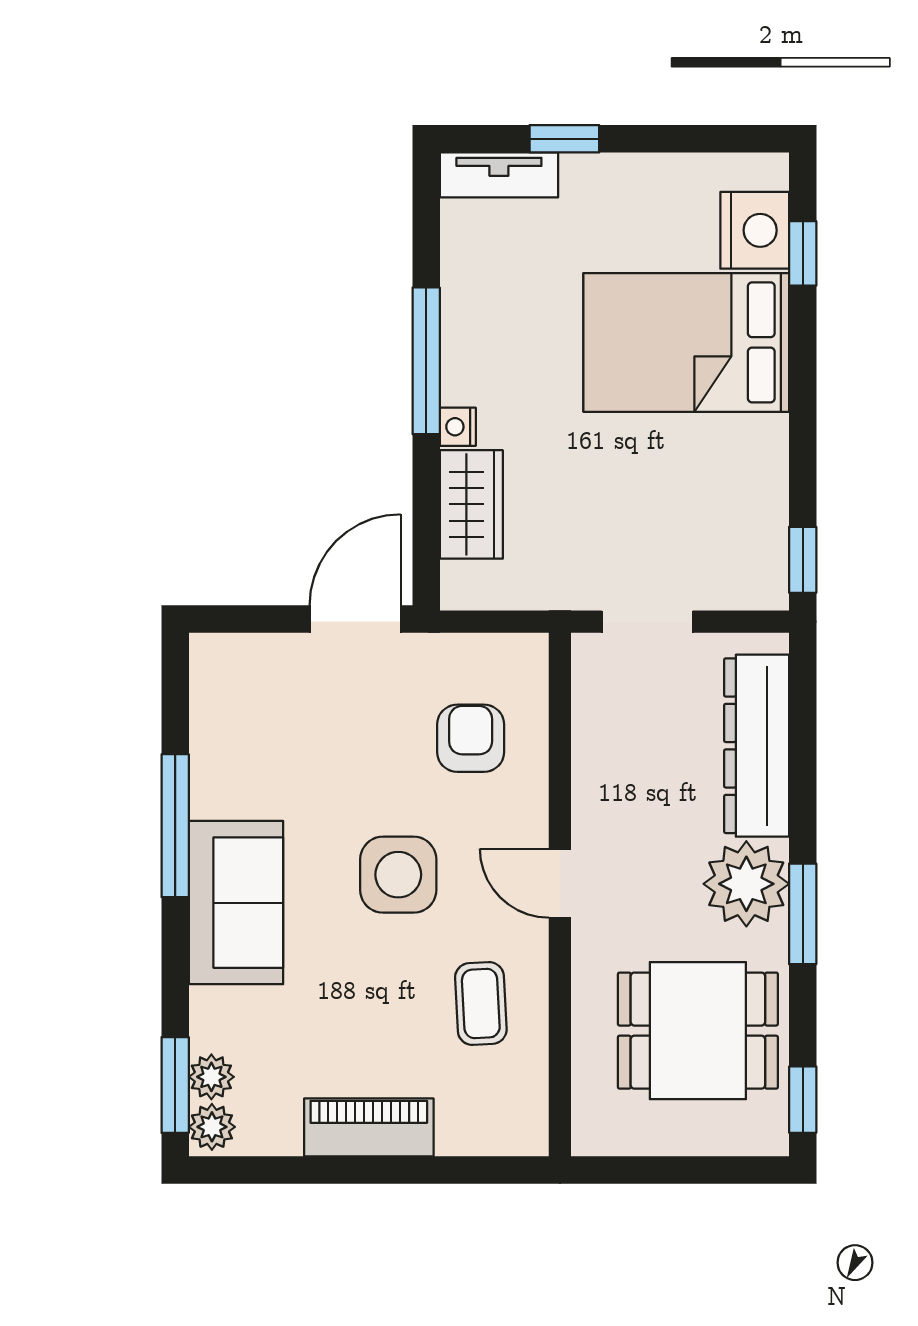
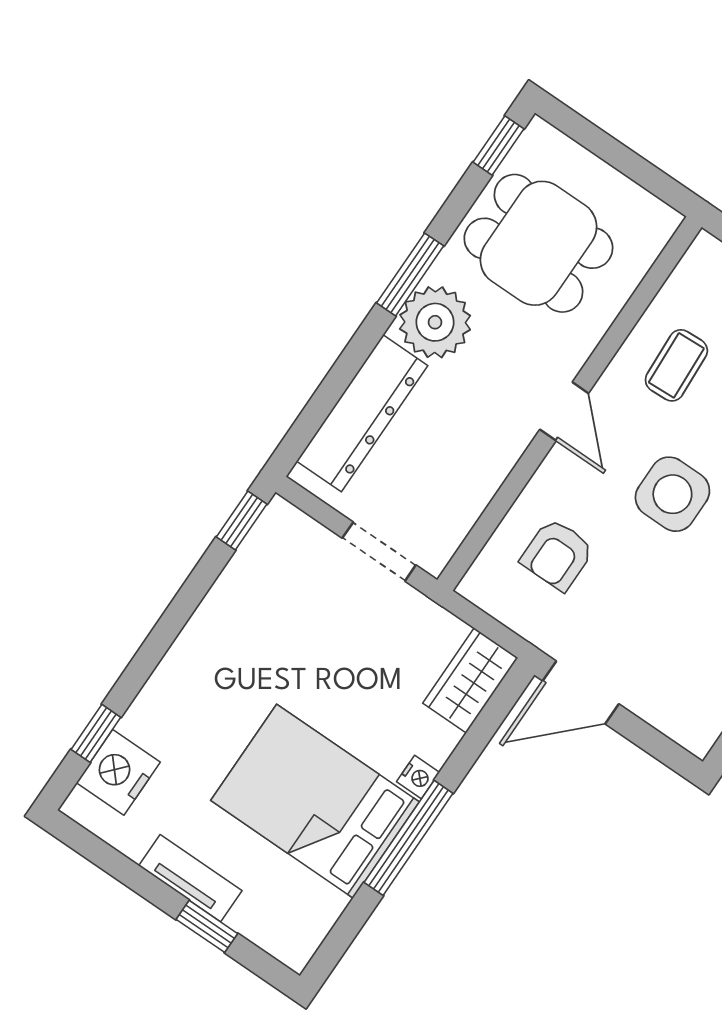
tv unit: (499, 175) -> (190, 878), moved
bed: (686, 342) -> (315, 801), moved, turned 180
wardrobe: (471, 504) -> (470, 681), moved

